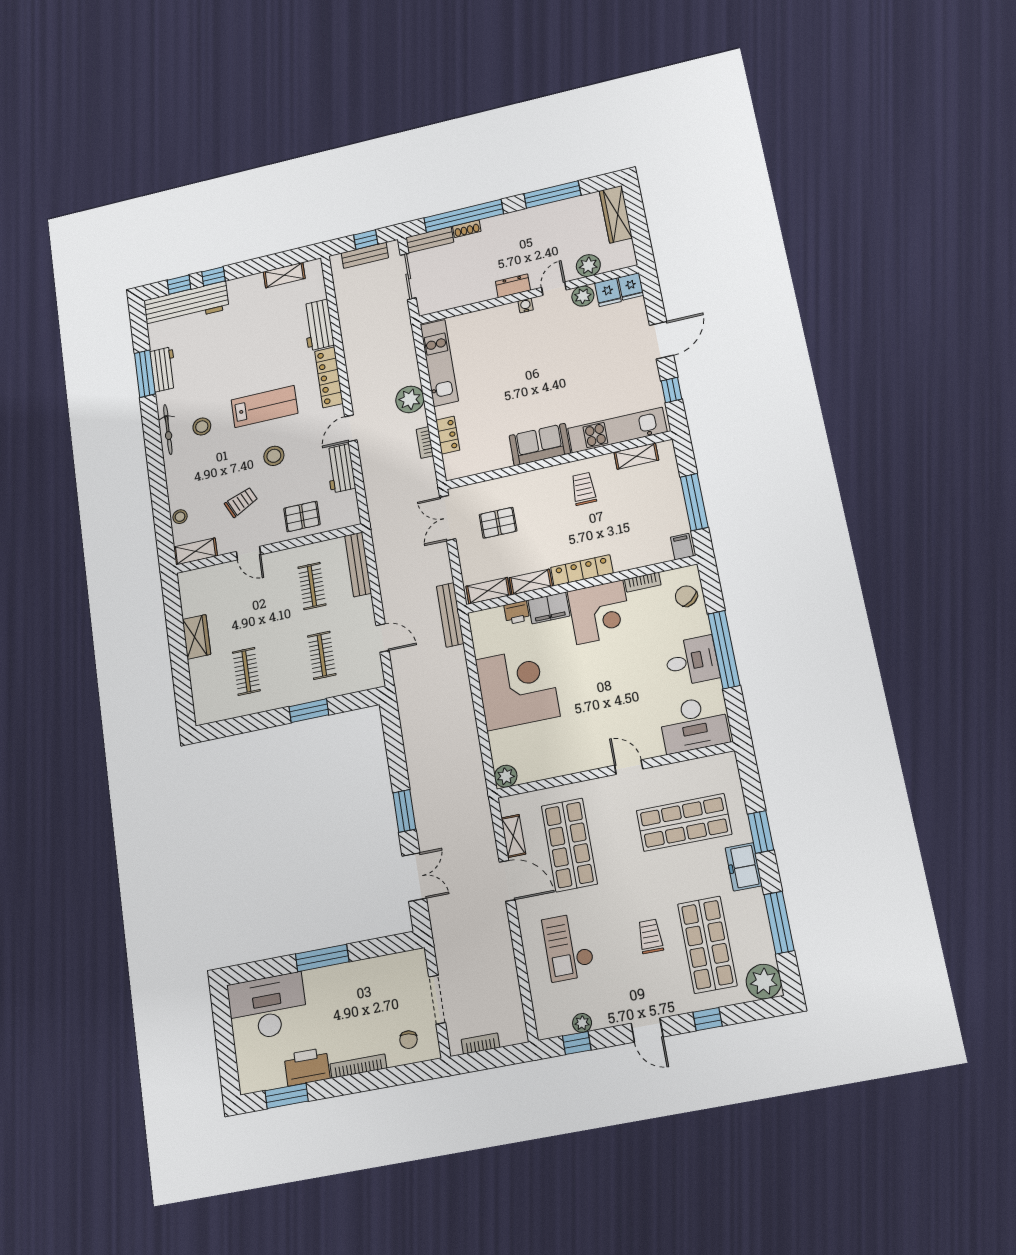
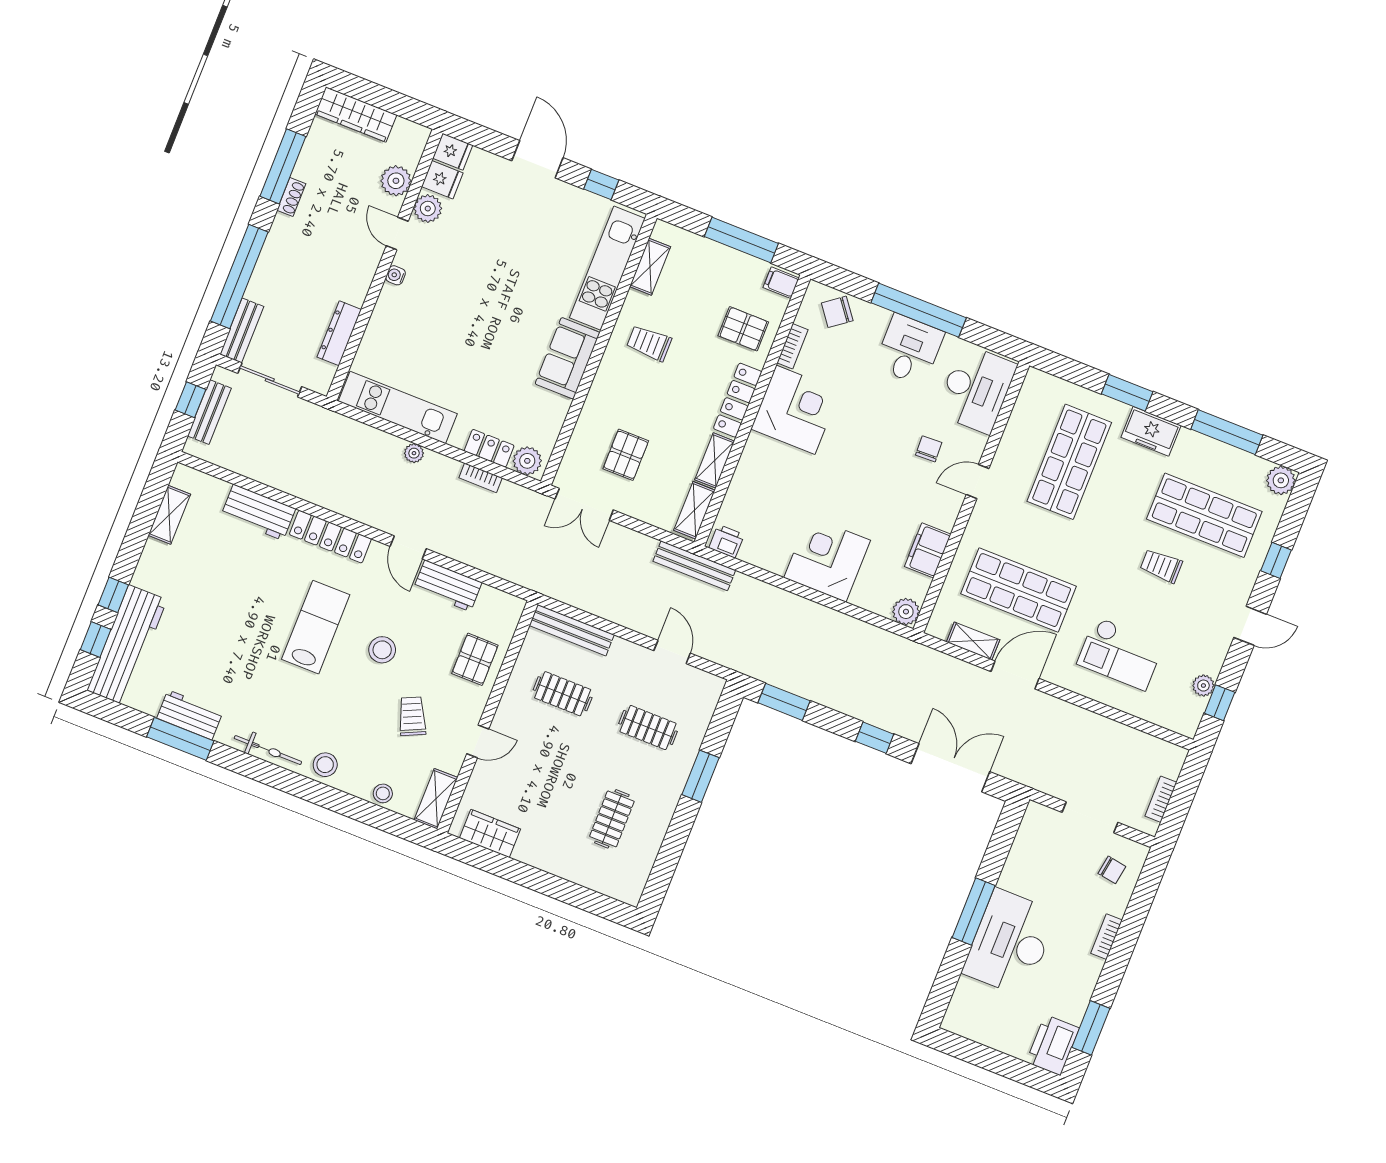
shoe rack: (467, 229) -> (291, 197), moved
dresser: (513, 286) -> (339, 333), moved, width x1.44
plant: (410, 399) -> (414, 453), width x0.53, depth x0.53
stool: (202, 427) -> (325, 765), moved
plant: (454, 464) -> (527, 461), added
pallet: (634, 543) -> (743, 329), added
filing cabinet: (549, 608) -> (928, 550), moved, turned 180
printer: (517, 613) -> (727, 541), moved, turned -90
wardrobe: (196, 637) -> (490, 833), moved
door: (383, 638) -> (672, 652), hinge flipped
clothes rail: (246, 671) -> (612, 819), turned 90
corner desk: (517, 688) -> (827, 559), width x0.74, depth x0.74
chair: (630, 719) -> (929, 449), added
window: (393, 734) -> (784, 702), added
window: (404, 811) -> (875, 738), width x0.67
double door: (414, 877) -> (950, 768), width x1.37
plant: (764, 982) -> (1281, 480), width x0.73, depth x0.73
desk: (267, 1007) -> (1010, 943), moved
bookcase: (358, 1066) -> (1107, 937), width x0.64
printer: (307, 1067) -> (1053, 1045), moved

